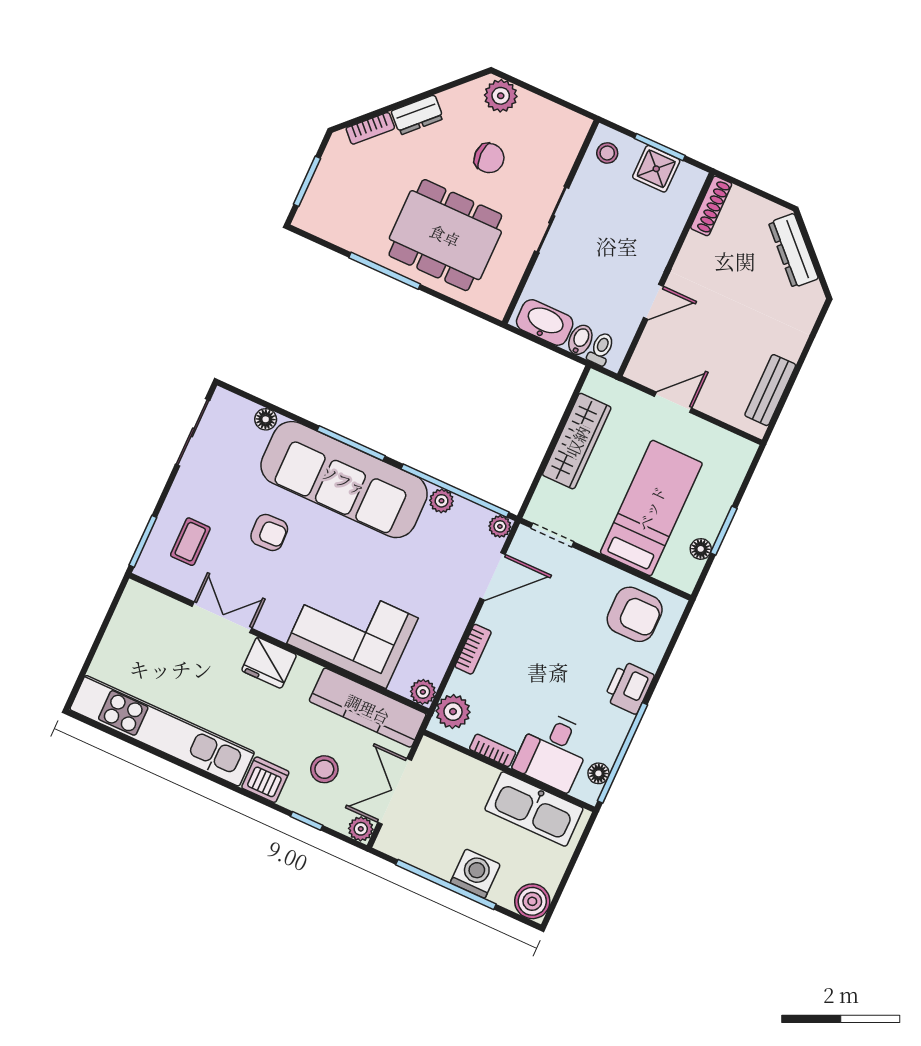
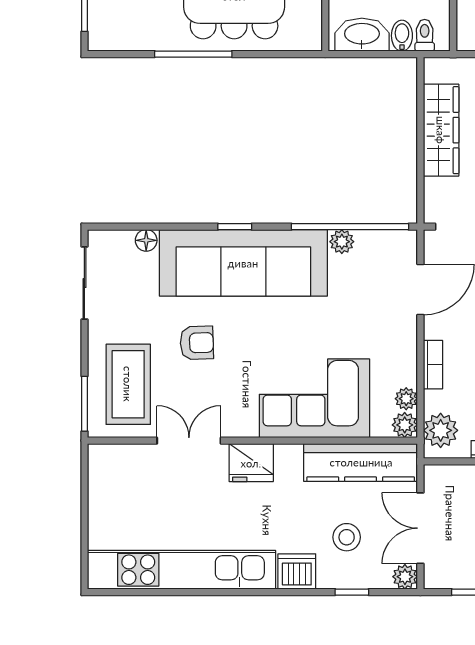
window: (351, 443) -> (235, 227), width x0.46
plant: (500, 526) -> (406, 399), moved
coffee table: (190, 542) -> (128, 384), width x1.86, depth x1.72

